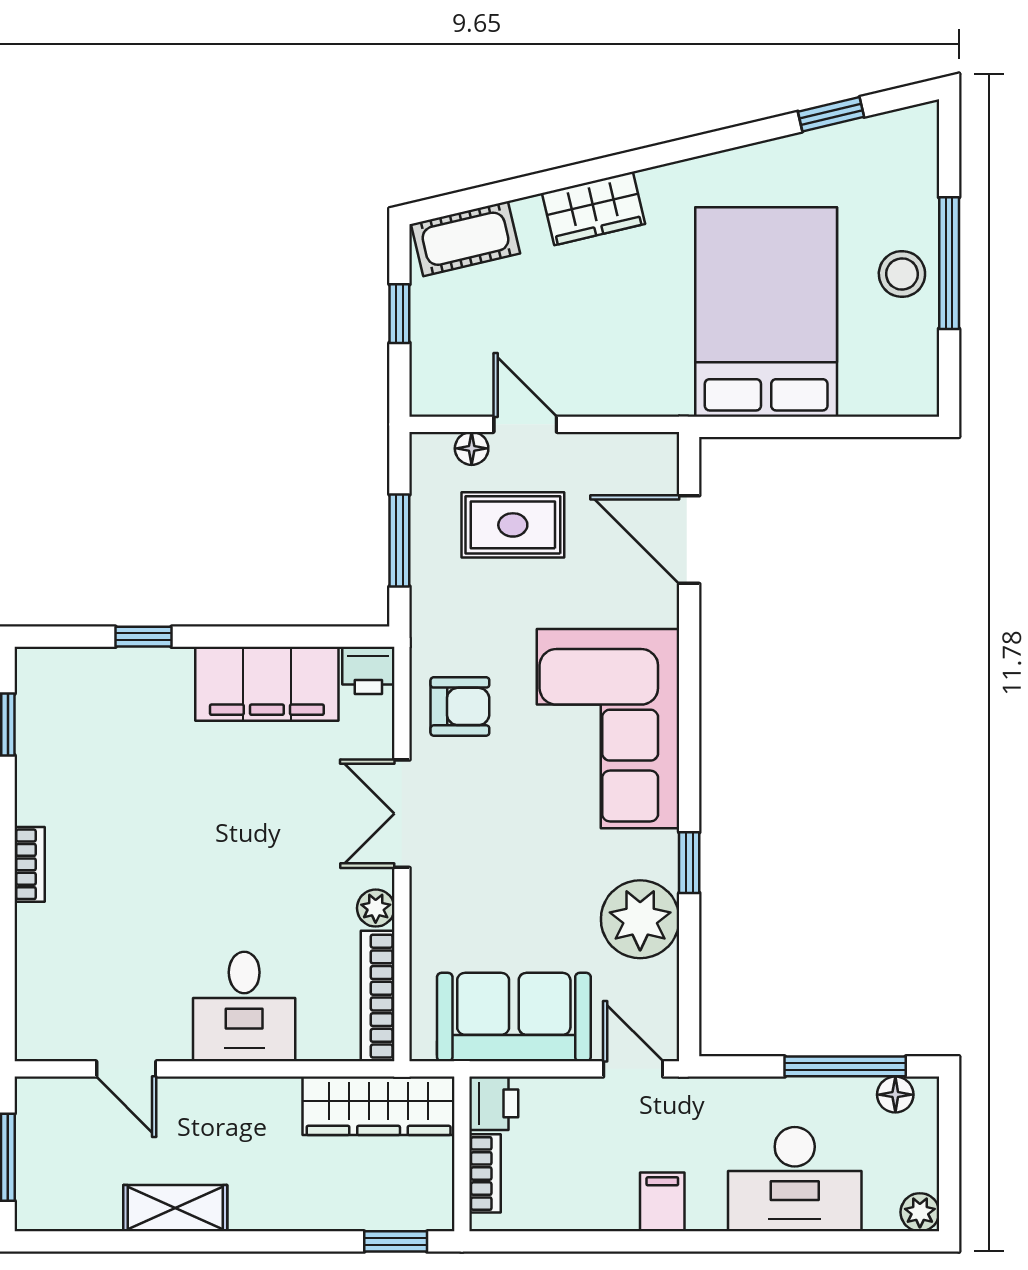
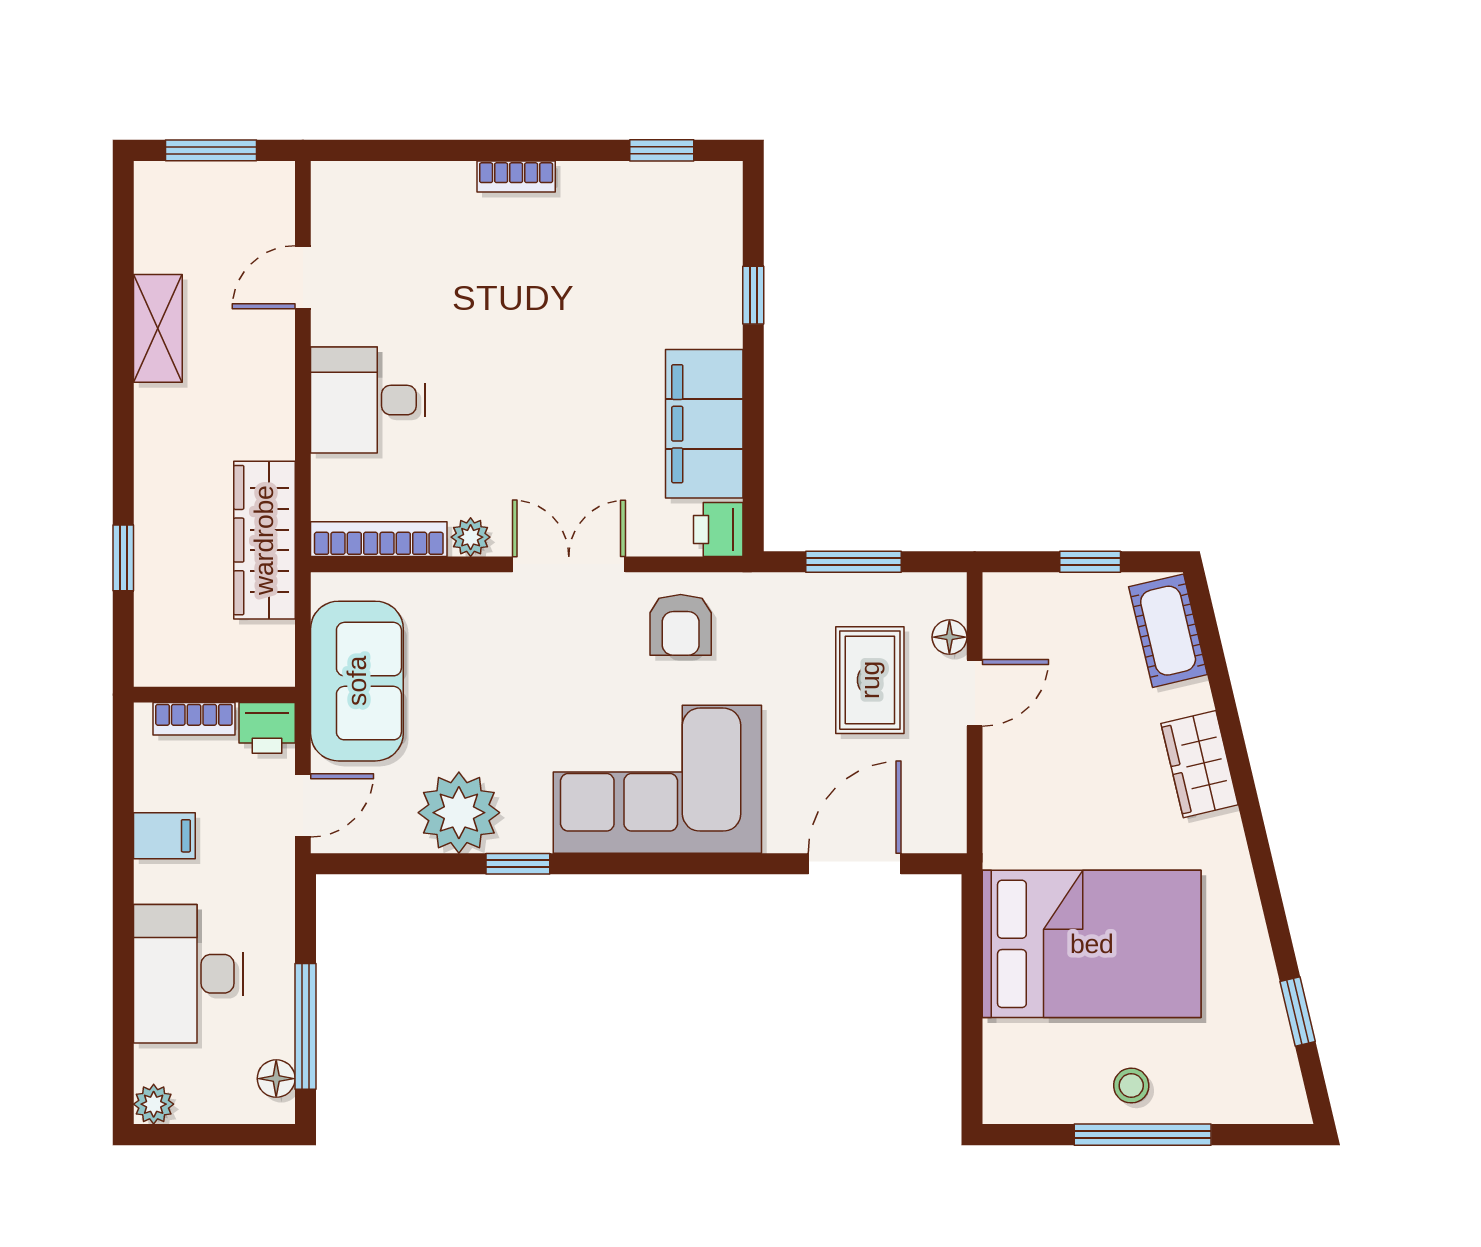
stool: (902, 274) -> (1131, 1086), width x0.73, depth x0.73
printer: (494, 1103) -> (267, 728), moved
wall: (462, 1154) -> (214, 695), moved
bookcase: (485, 1173) -> (194, 719), moved

